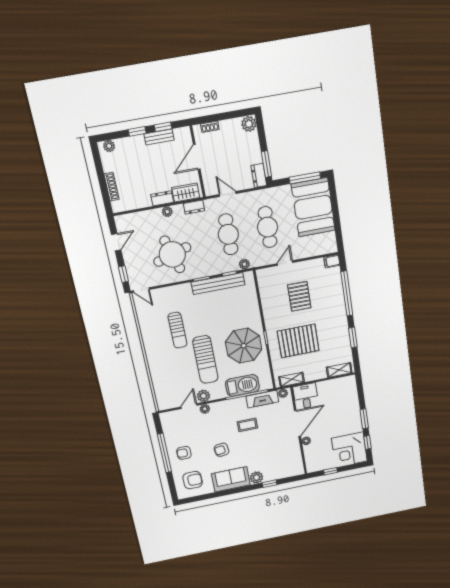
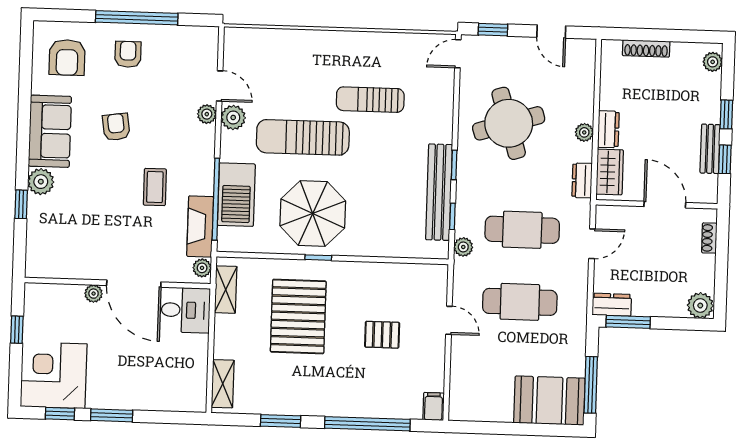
booth: (313, 207) -> (549, 401), width x0.73, depth x0.70
pallet: (299, 296) -> (382, 335), width x0.67, depth x0.71

